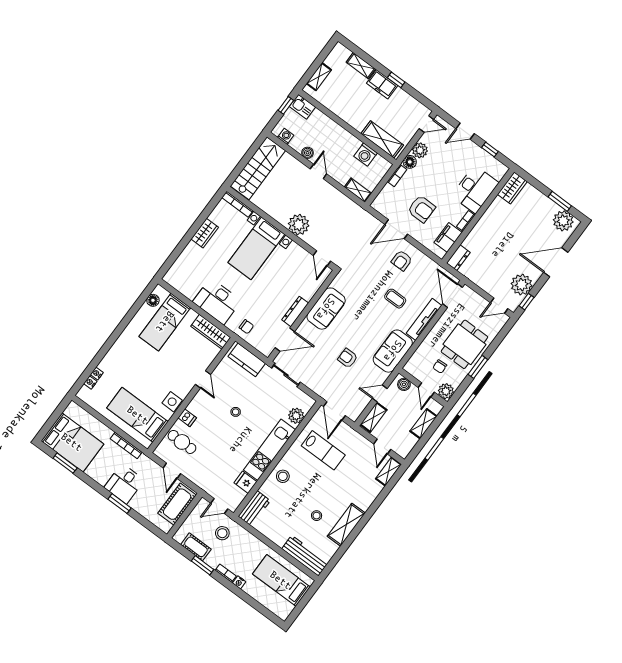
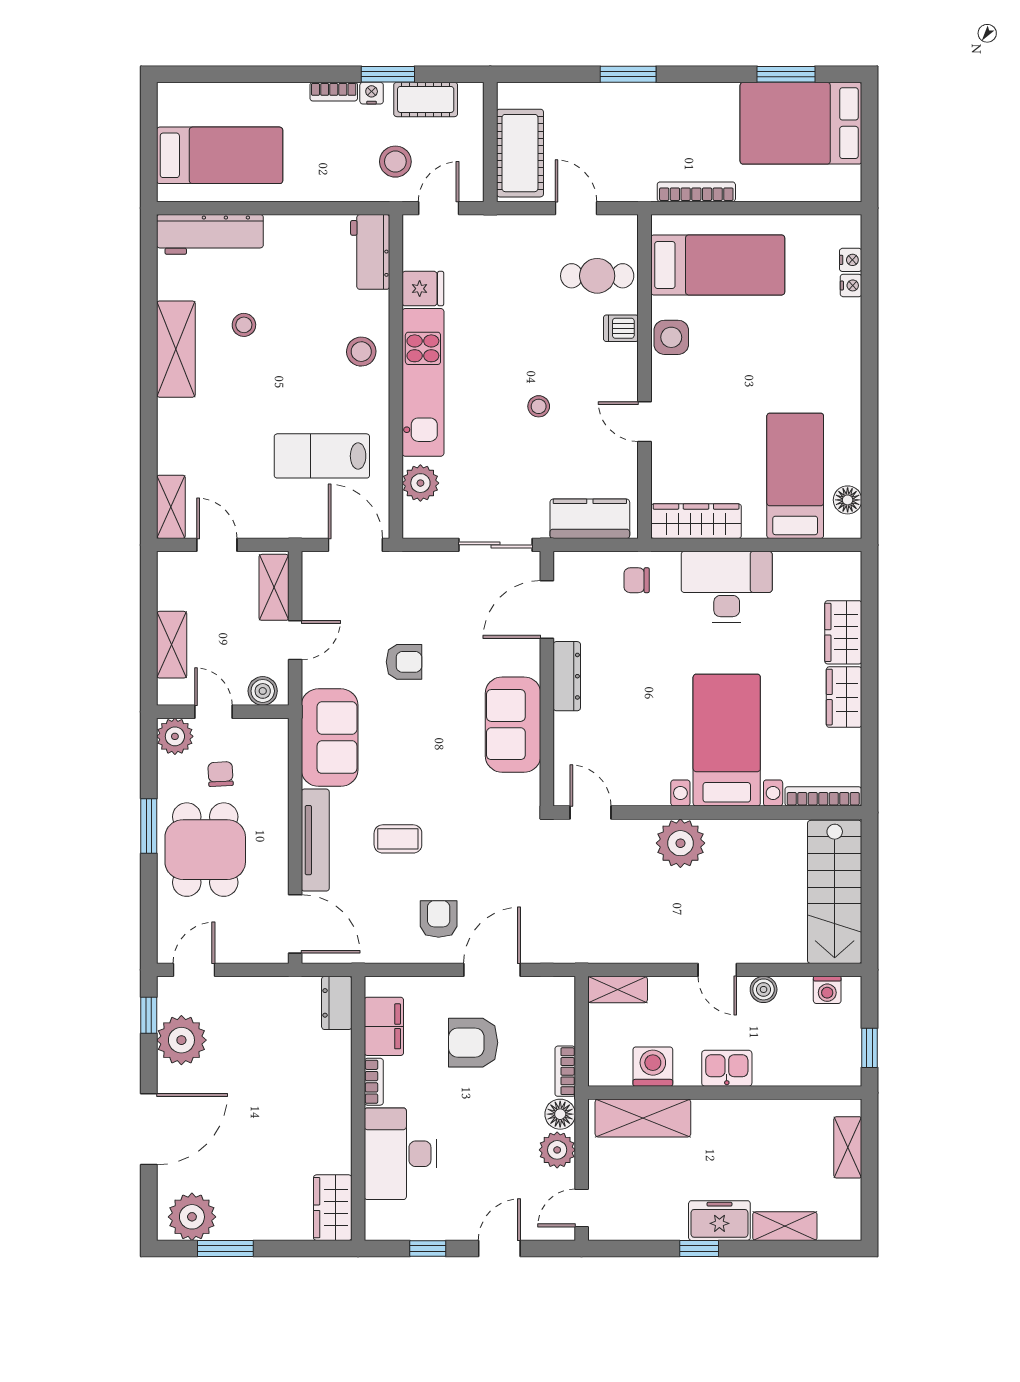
kitchen sink: (302, 107) -> (727, 1068), moved
wardrobe: (188, 256) -> (843, 632), added
desk: (124, 484) -> (647, 118), removed
nightstand: (239, 582) -> (372, 93), moved

